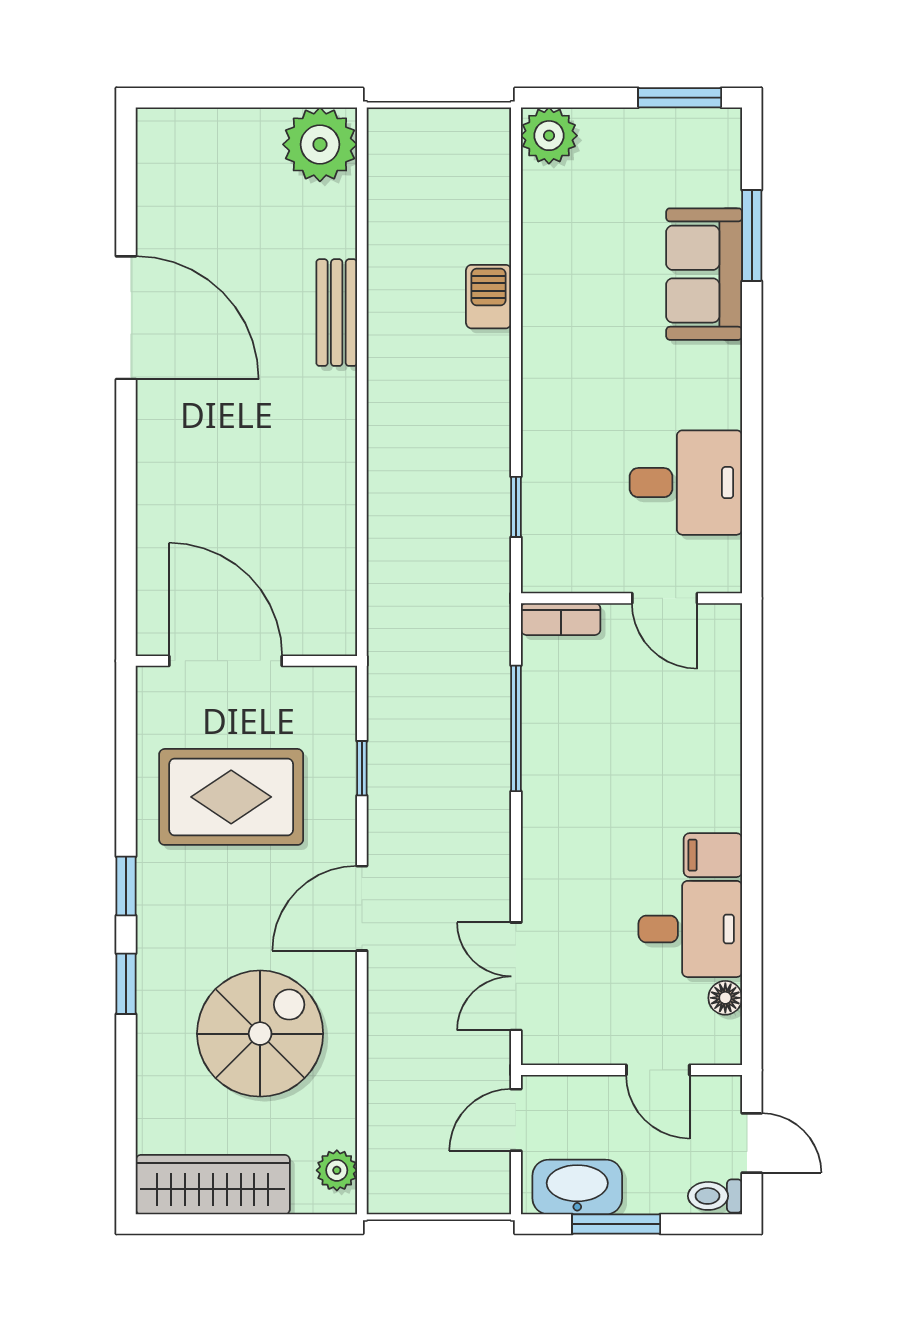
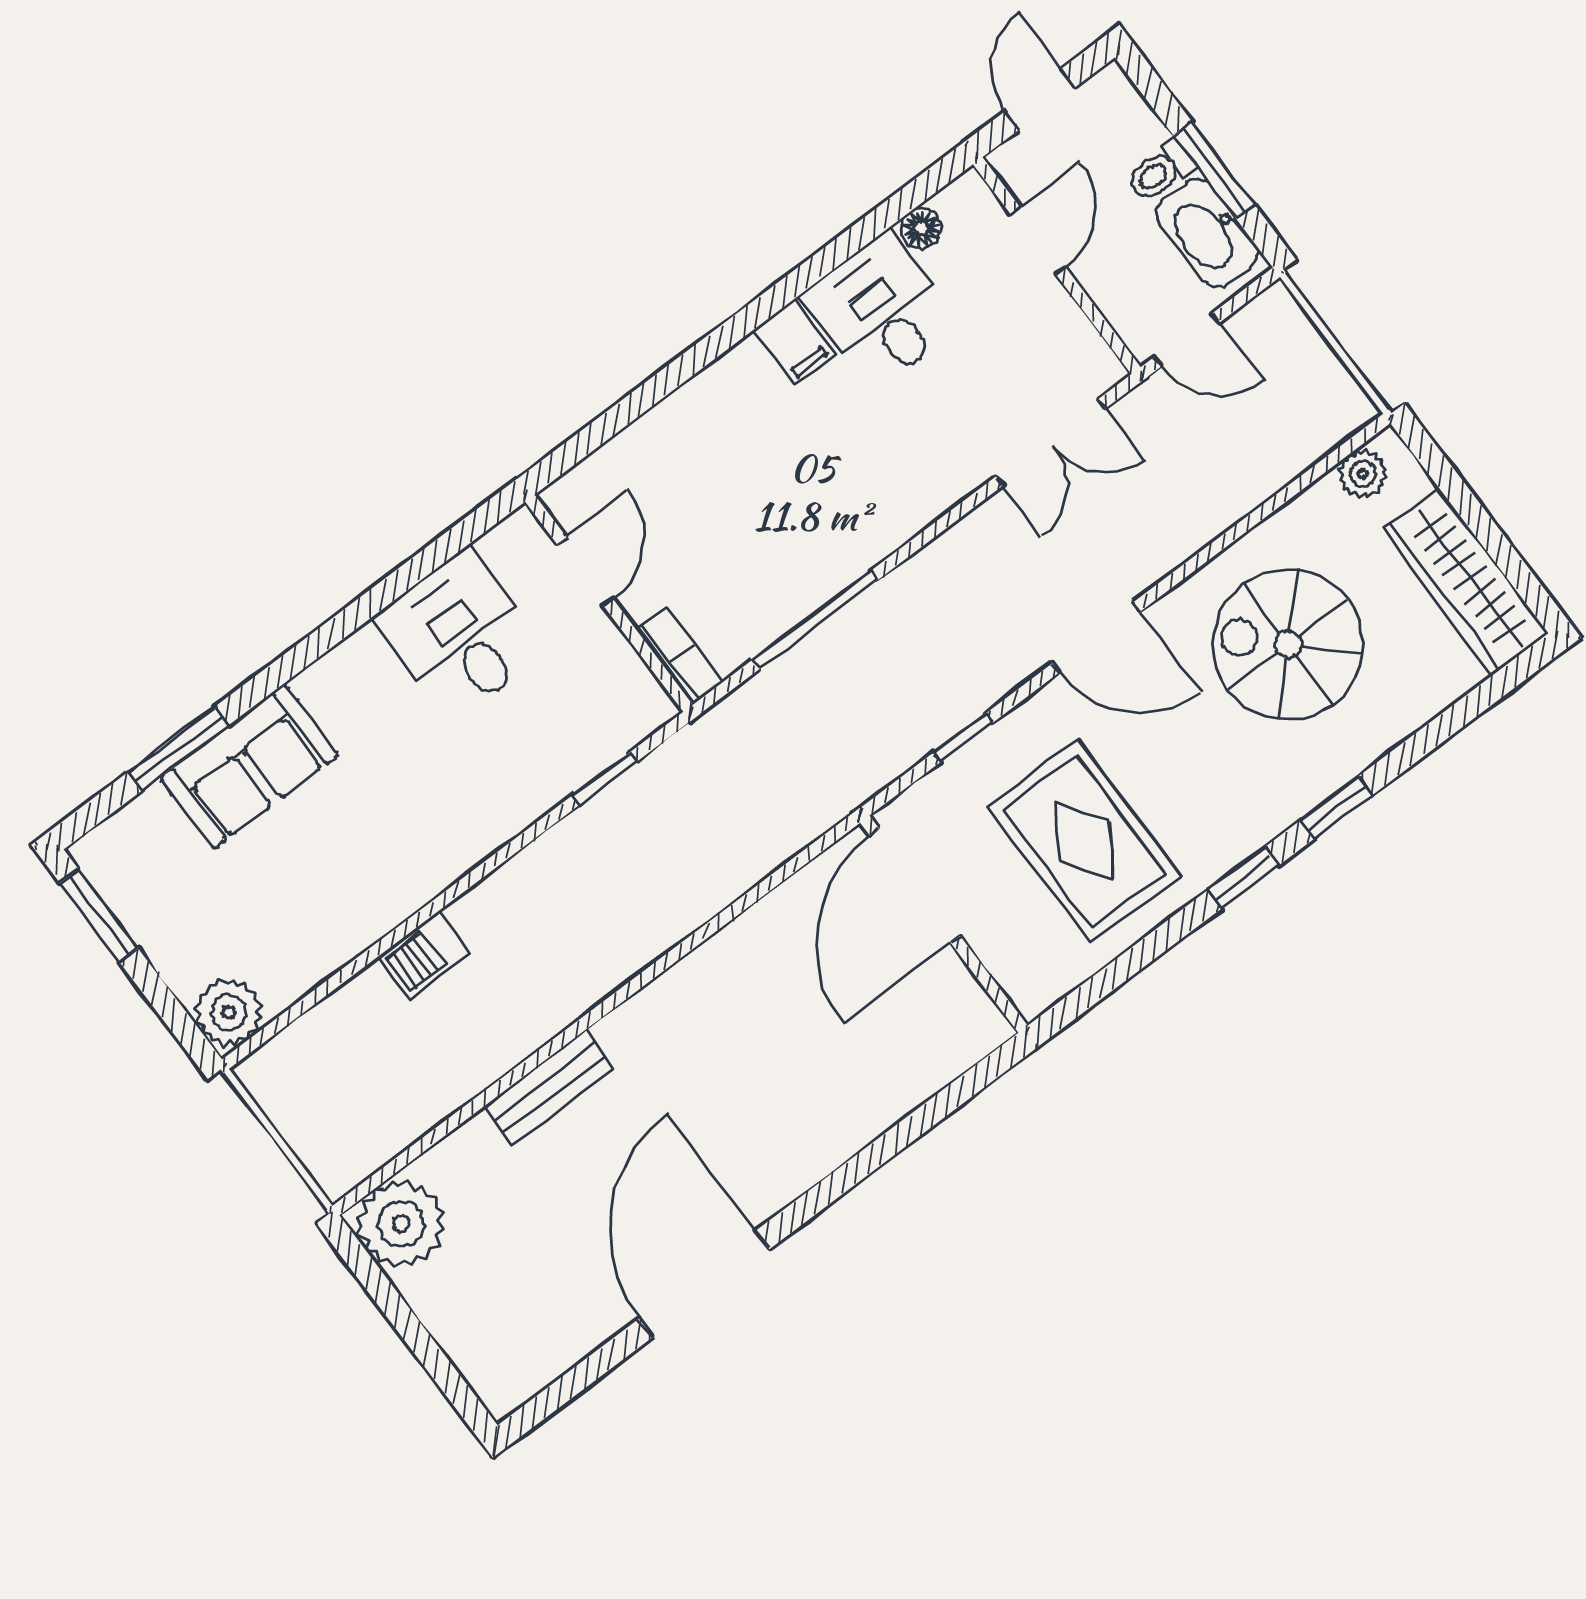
door: (226, 661) -> (915, 886), moved
toilet: (715, 1196) -> (1160, 171), moved, turned 90

